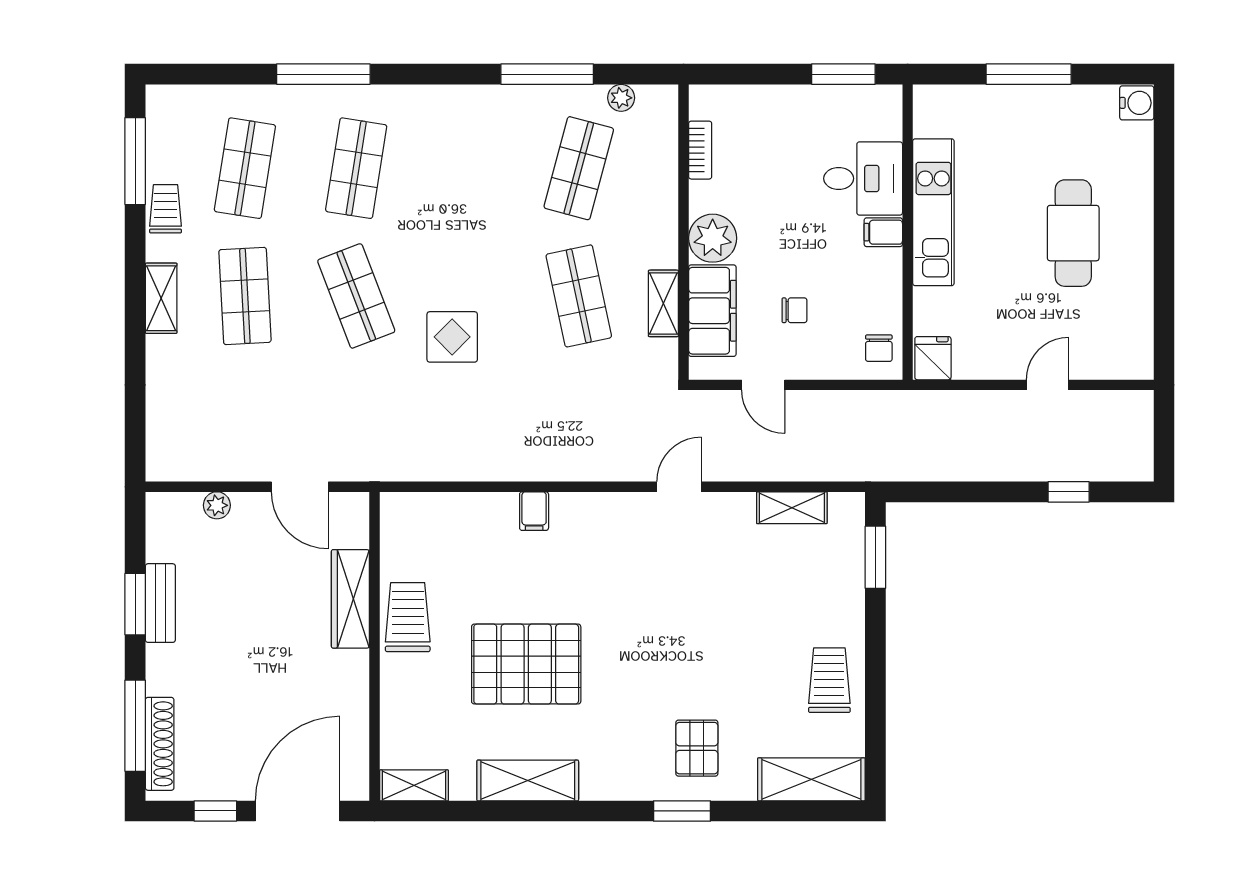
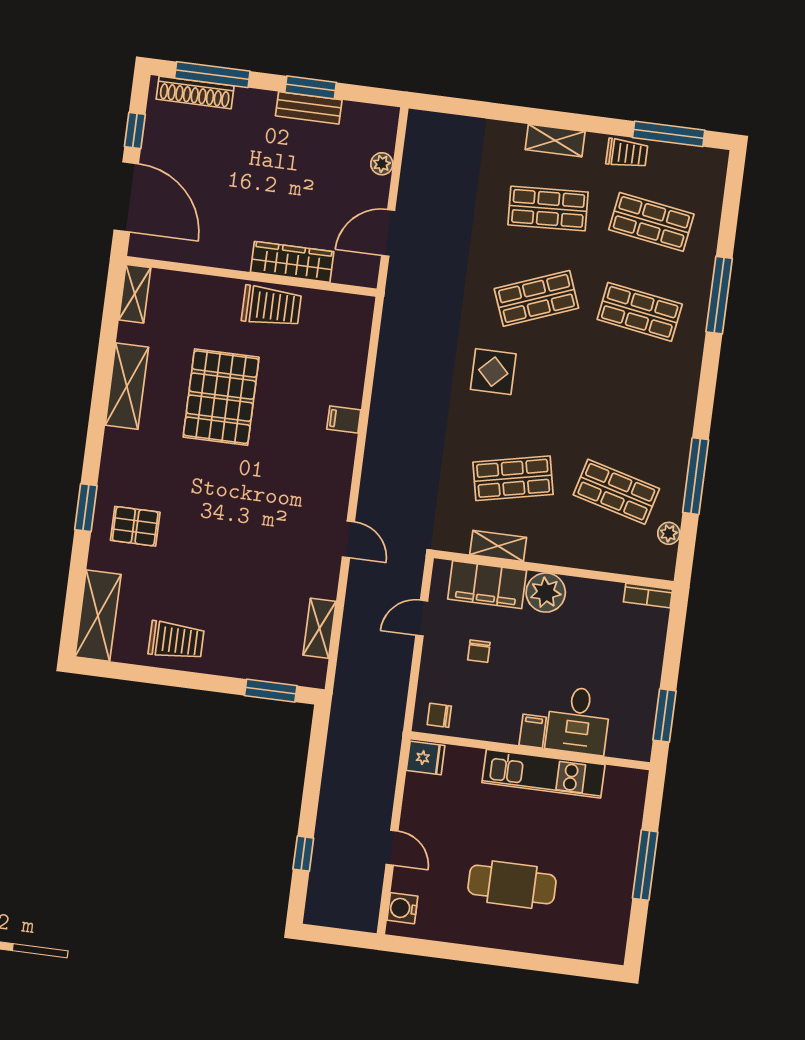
water cooler: (1137, 103) -> (402, 908), moved, turned 90
bookcase: (700, 150) -> (648, 596), moved

